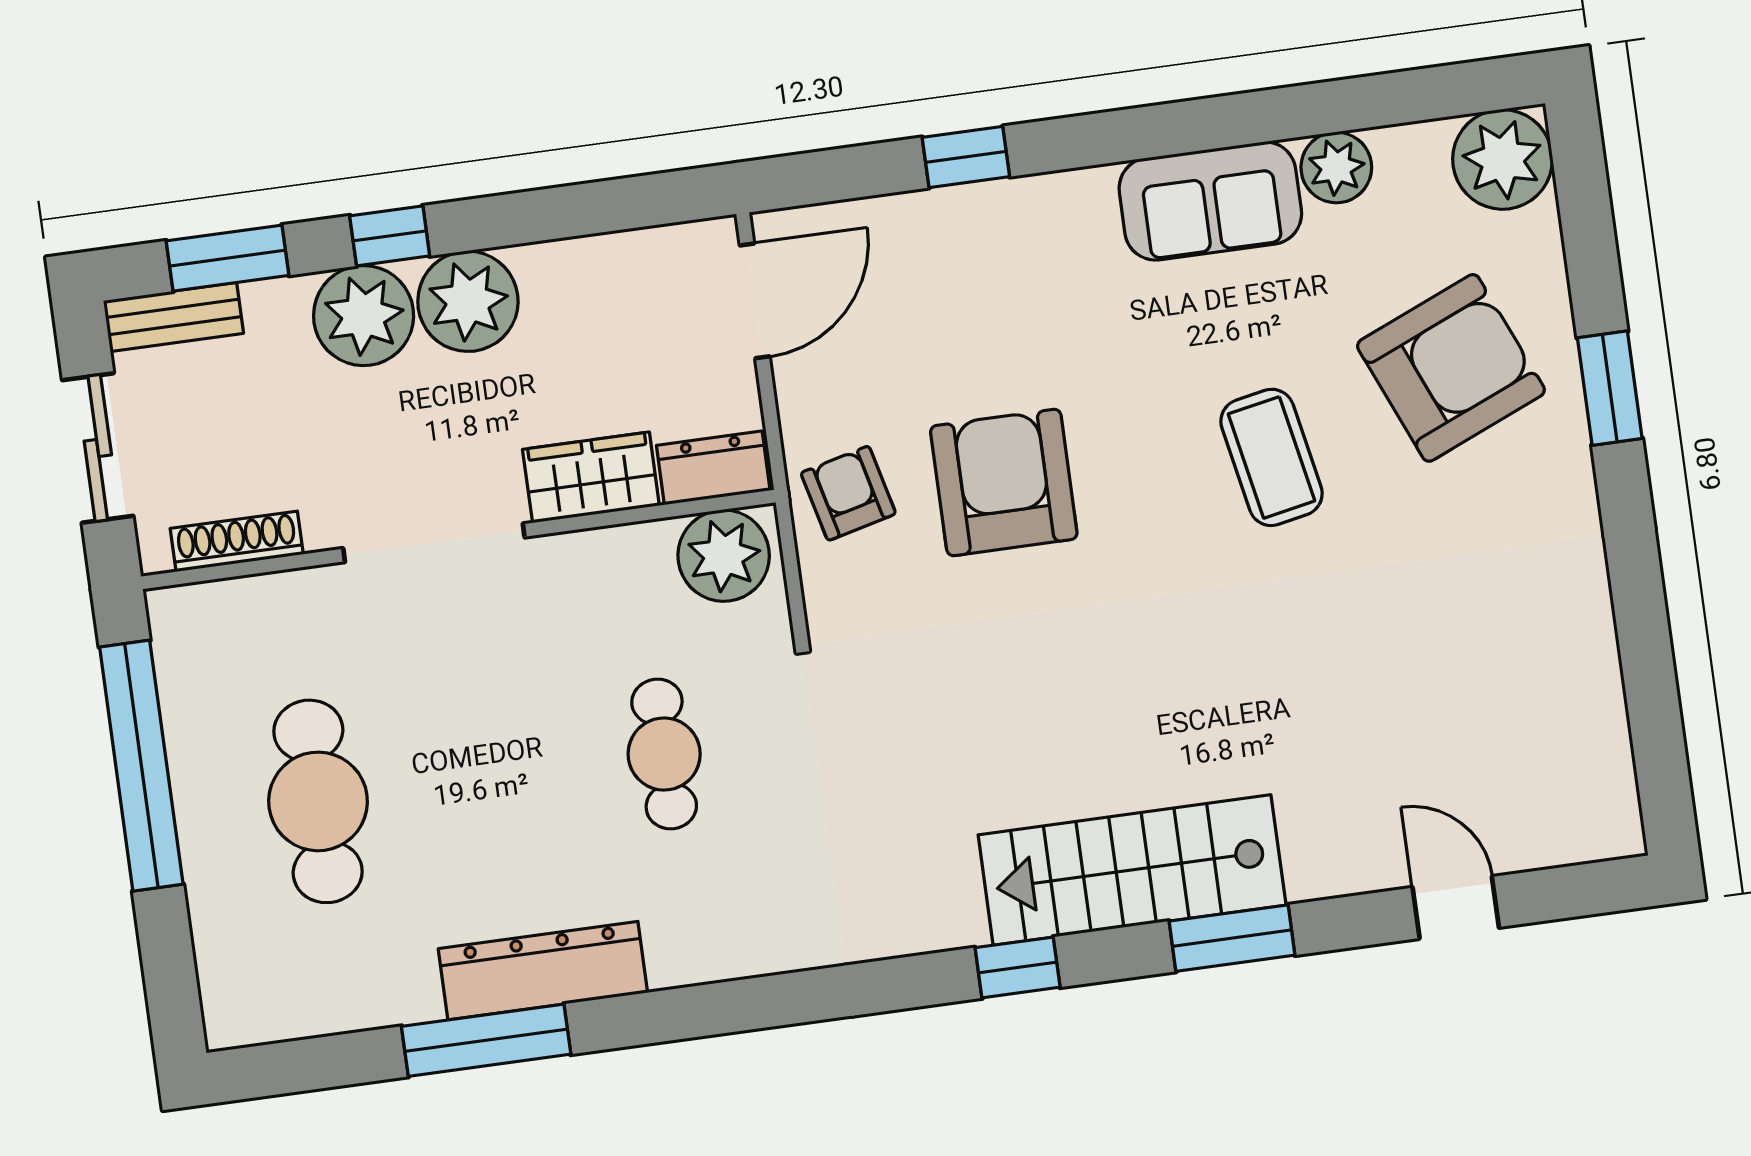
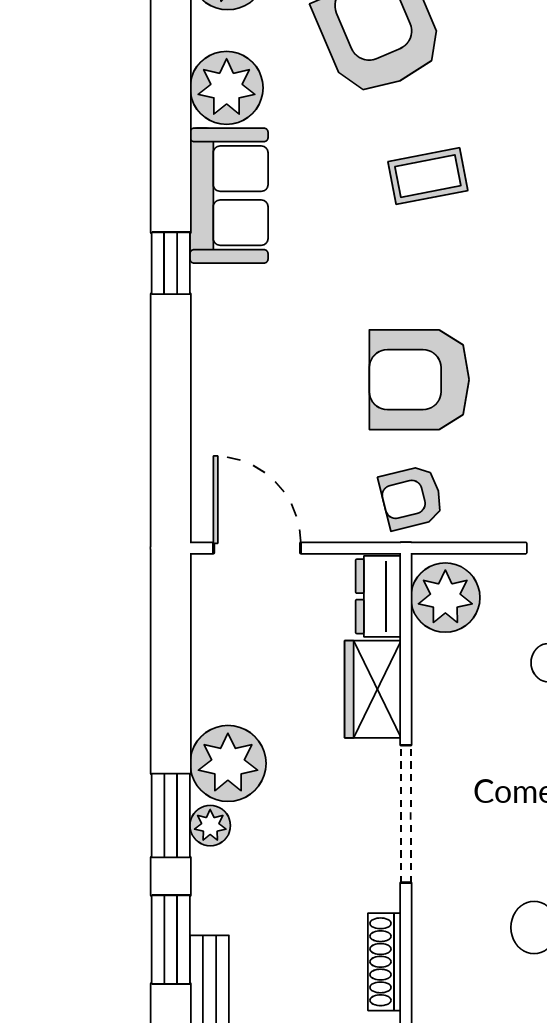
window: (966, 157) -> (171, 263), moved
plant: (1336, 167) -> (227, 88), width x1.36, depth x1.36
window: (390, 236) -> (171, 815), width x1.50
plant: (364, 316) -> (210, 826), width x0.53, depth x0.53
coffee table: (1271, 457) -> (428, 176), width x0.73, depth x0.77

